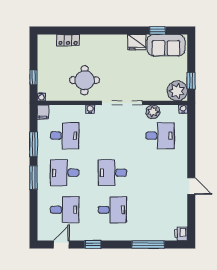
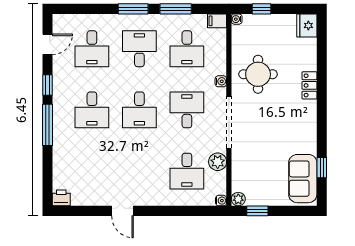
locker: (68, 40) -> (309, 85), moved
fridge: (137, 42) -> (307, 25), moved
plant: (177, 91) -> (238, 199), width x0.53, depth x0.53
desk: (112, 136) -> (187, 110), added
desk: (112, 173) -> (139, 110), turned 180
door: (191, 186) -> (122, 211), hinge flipped
door: (61, 244) -> (47, 44), hinge flipped
window: (148, 244) -> (47, 125), moved

